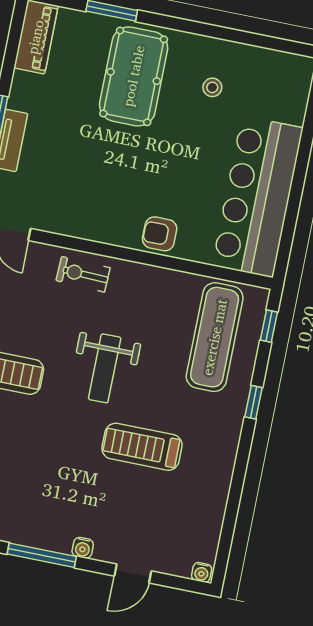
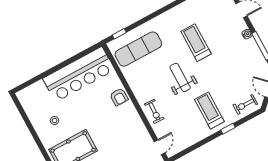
weight bench: (105, 368) -> (180, 77), turned -90
window: (254, 402) -> (149, 17), removed
treadmill: (142, 447) -> (196, 43), turned 180

